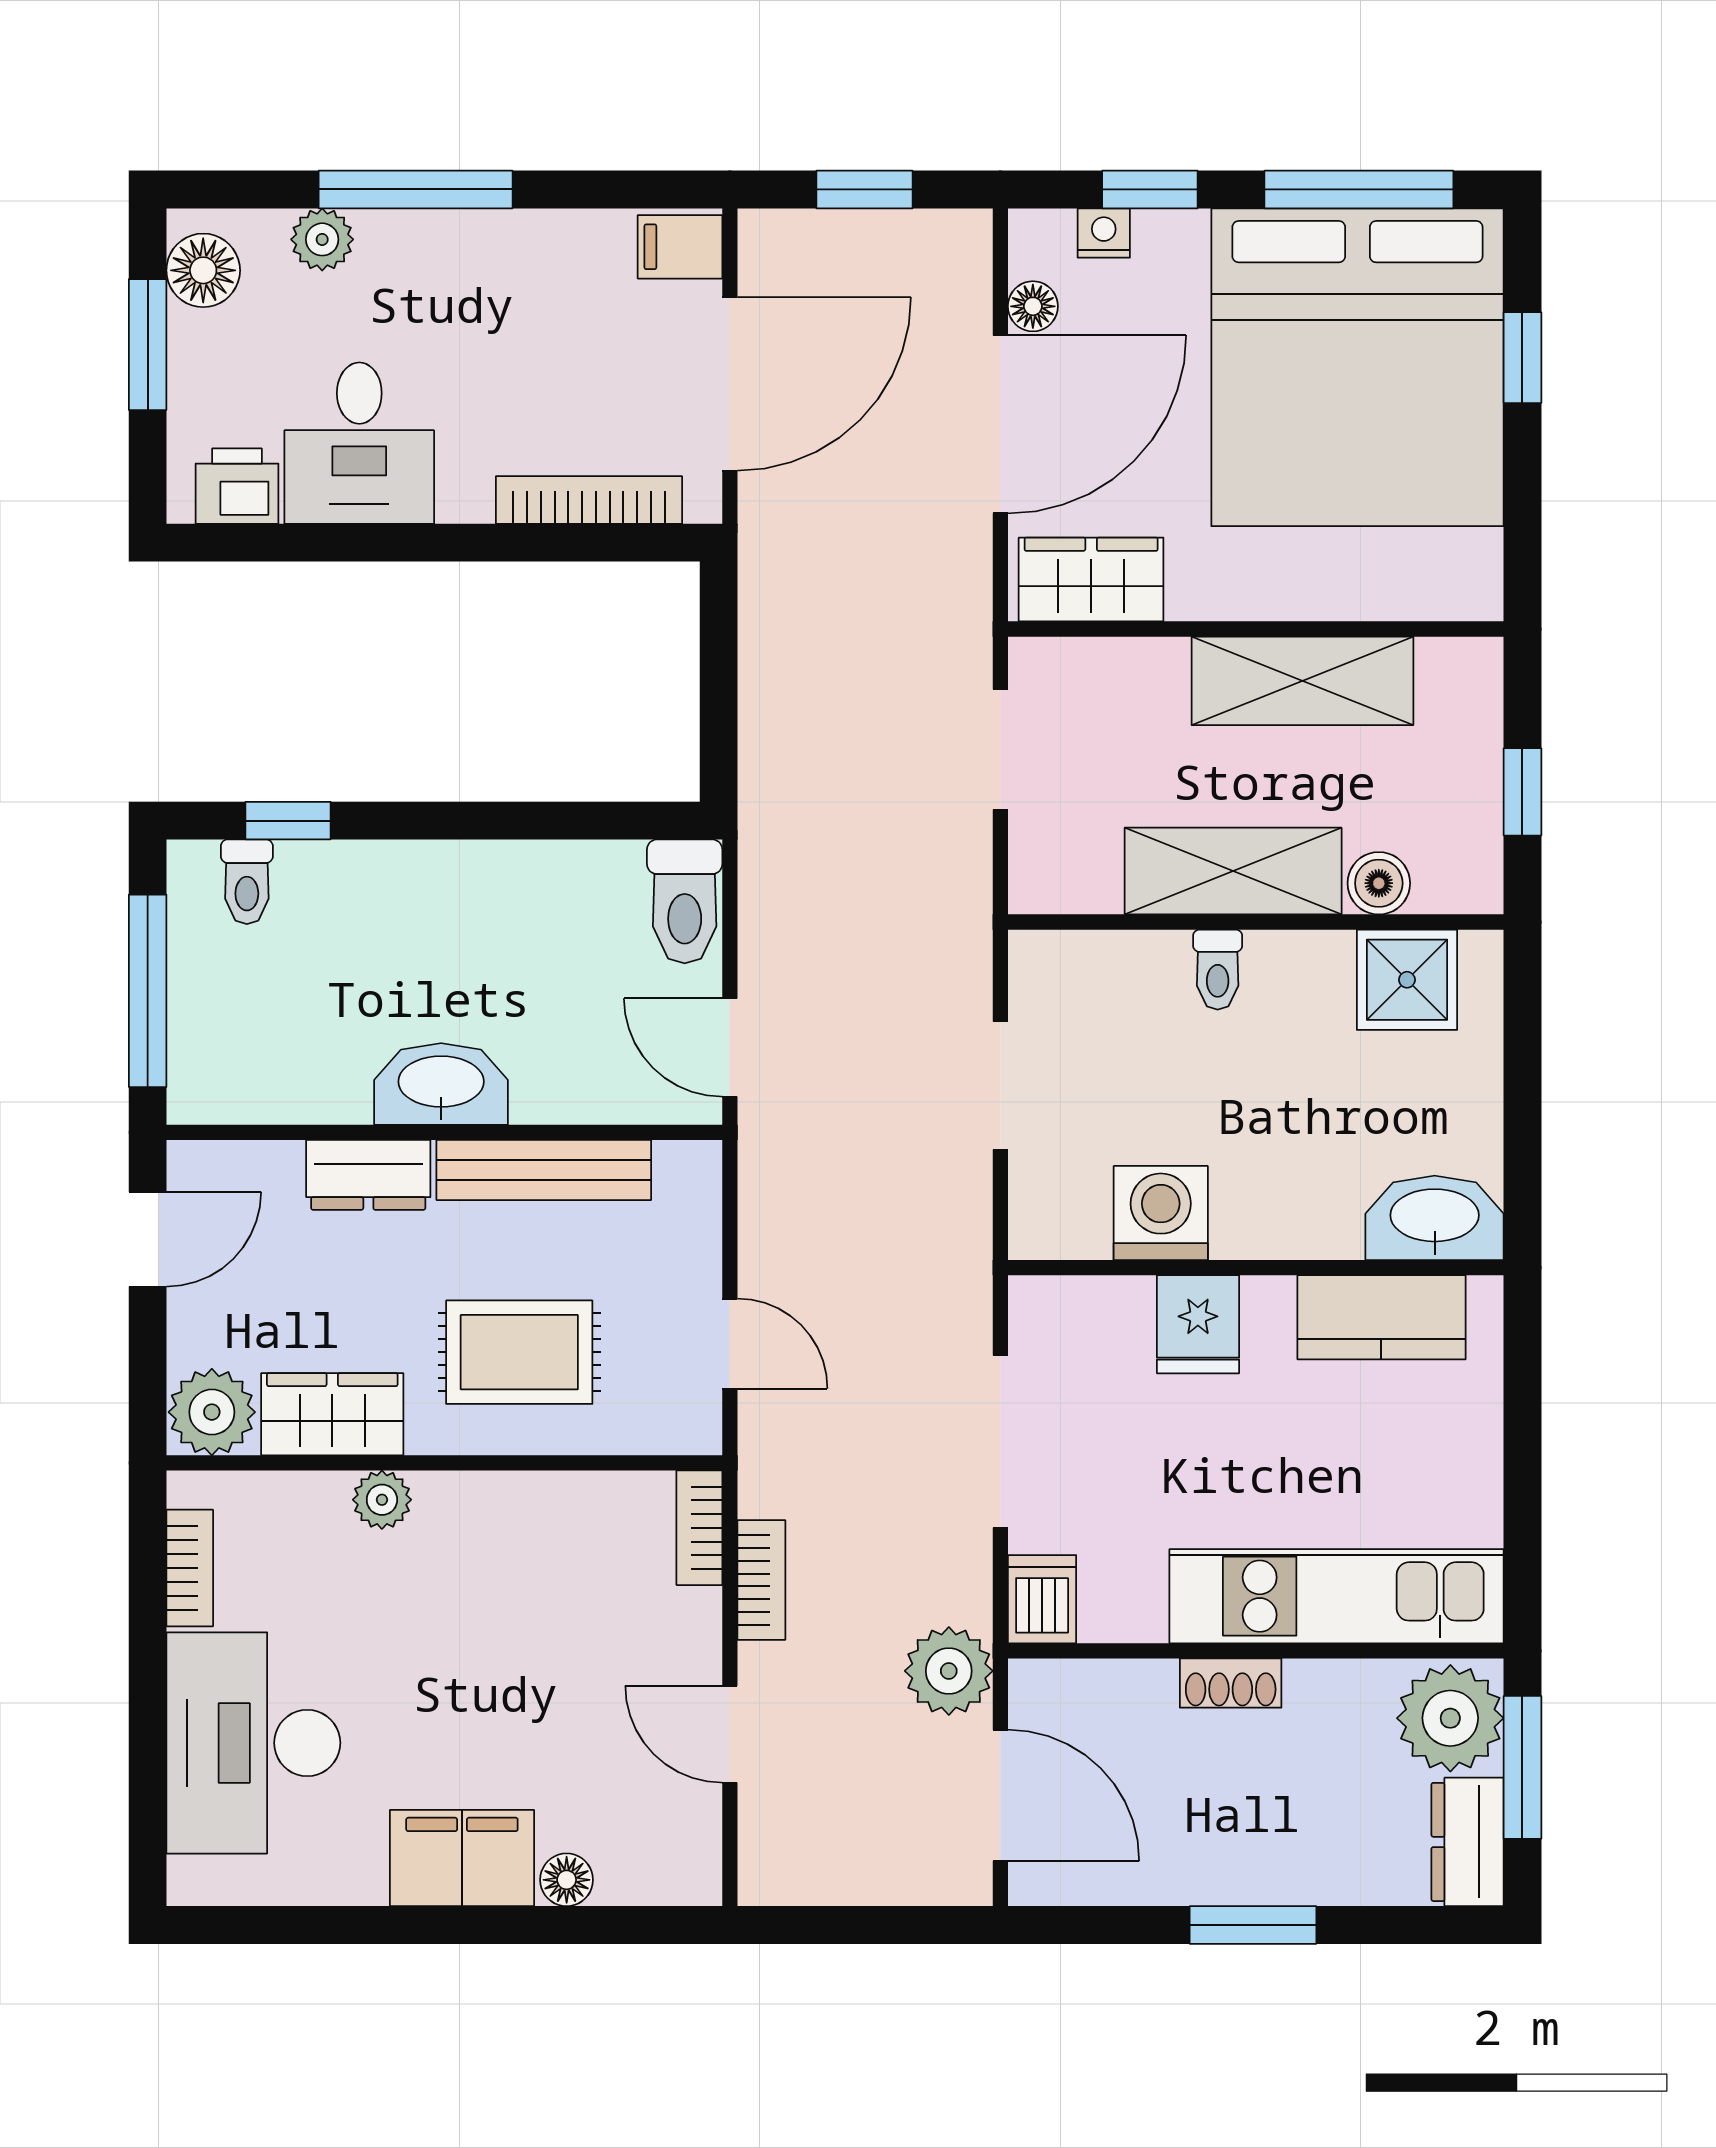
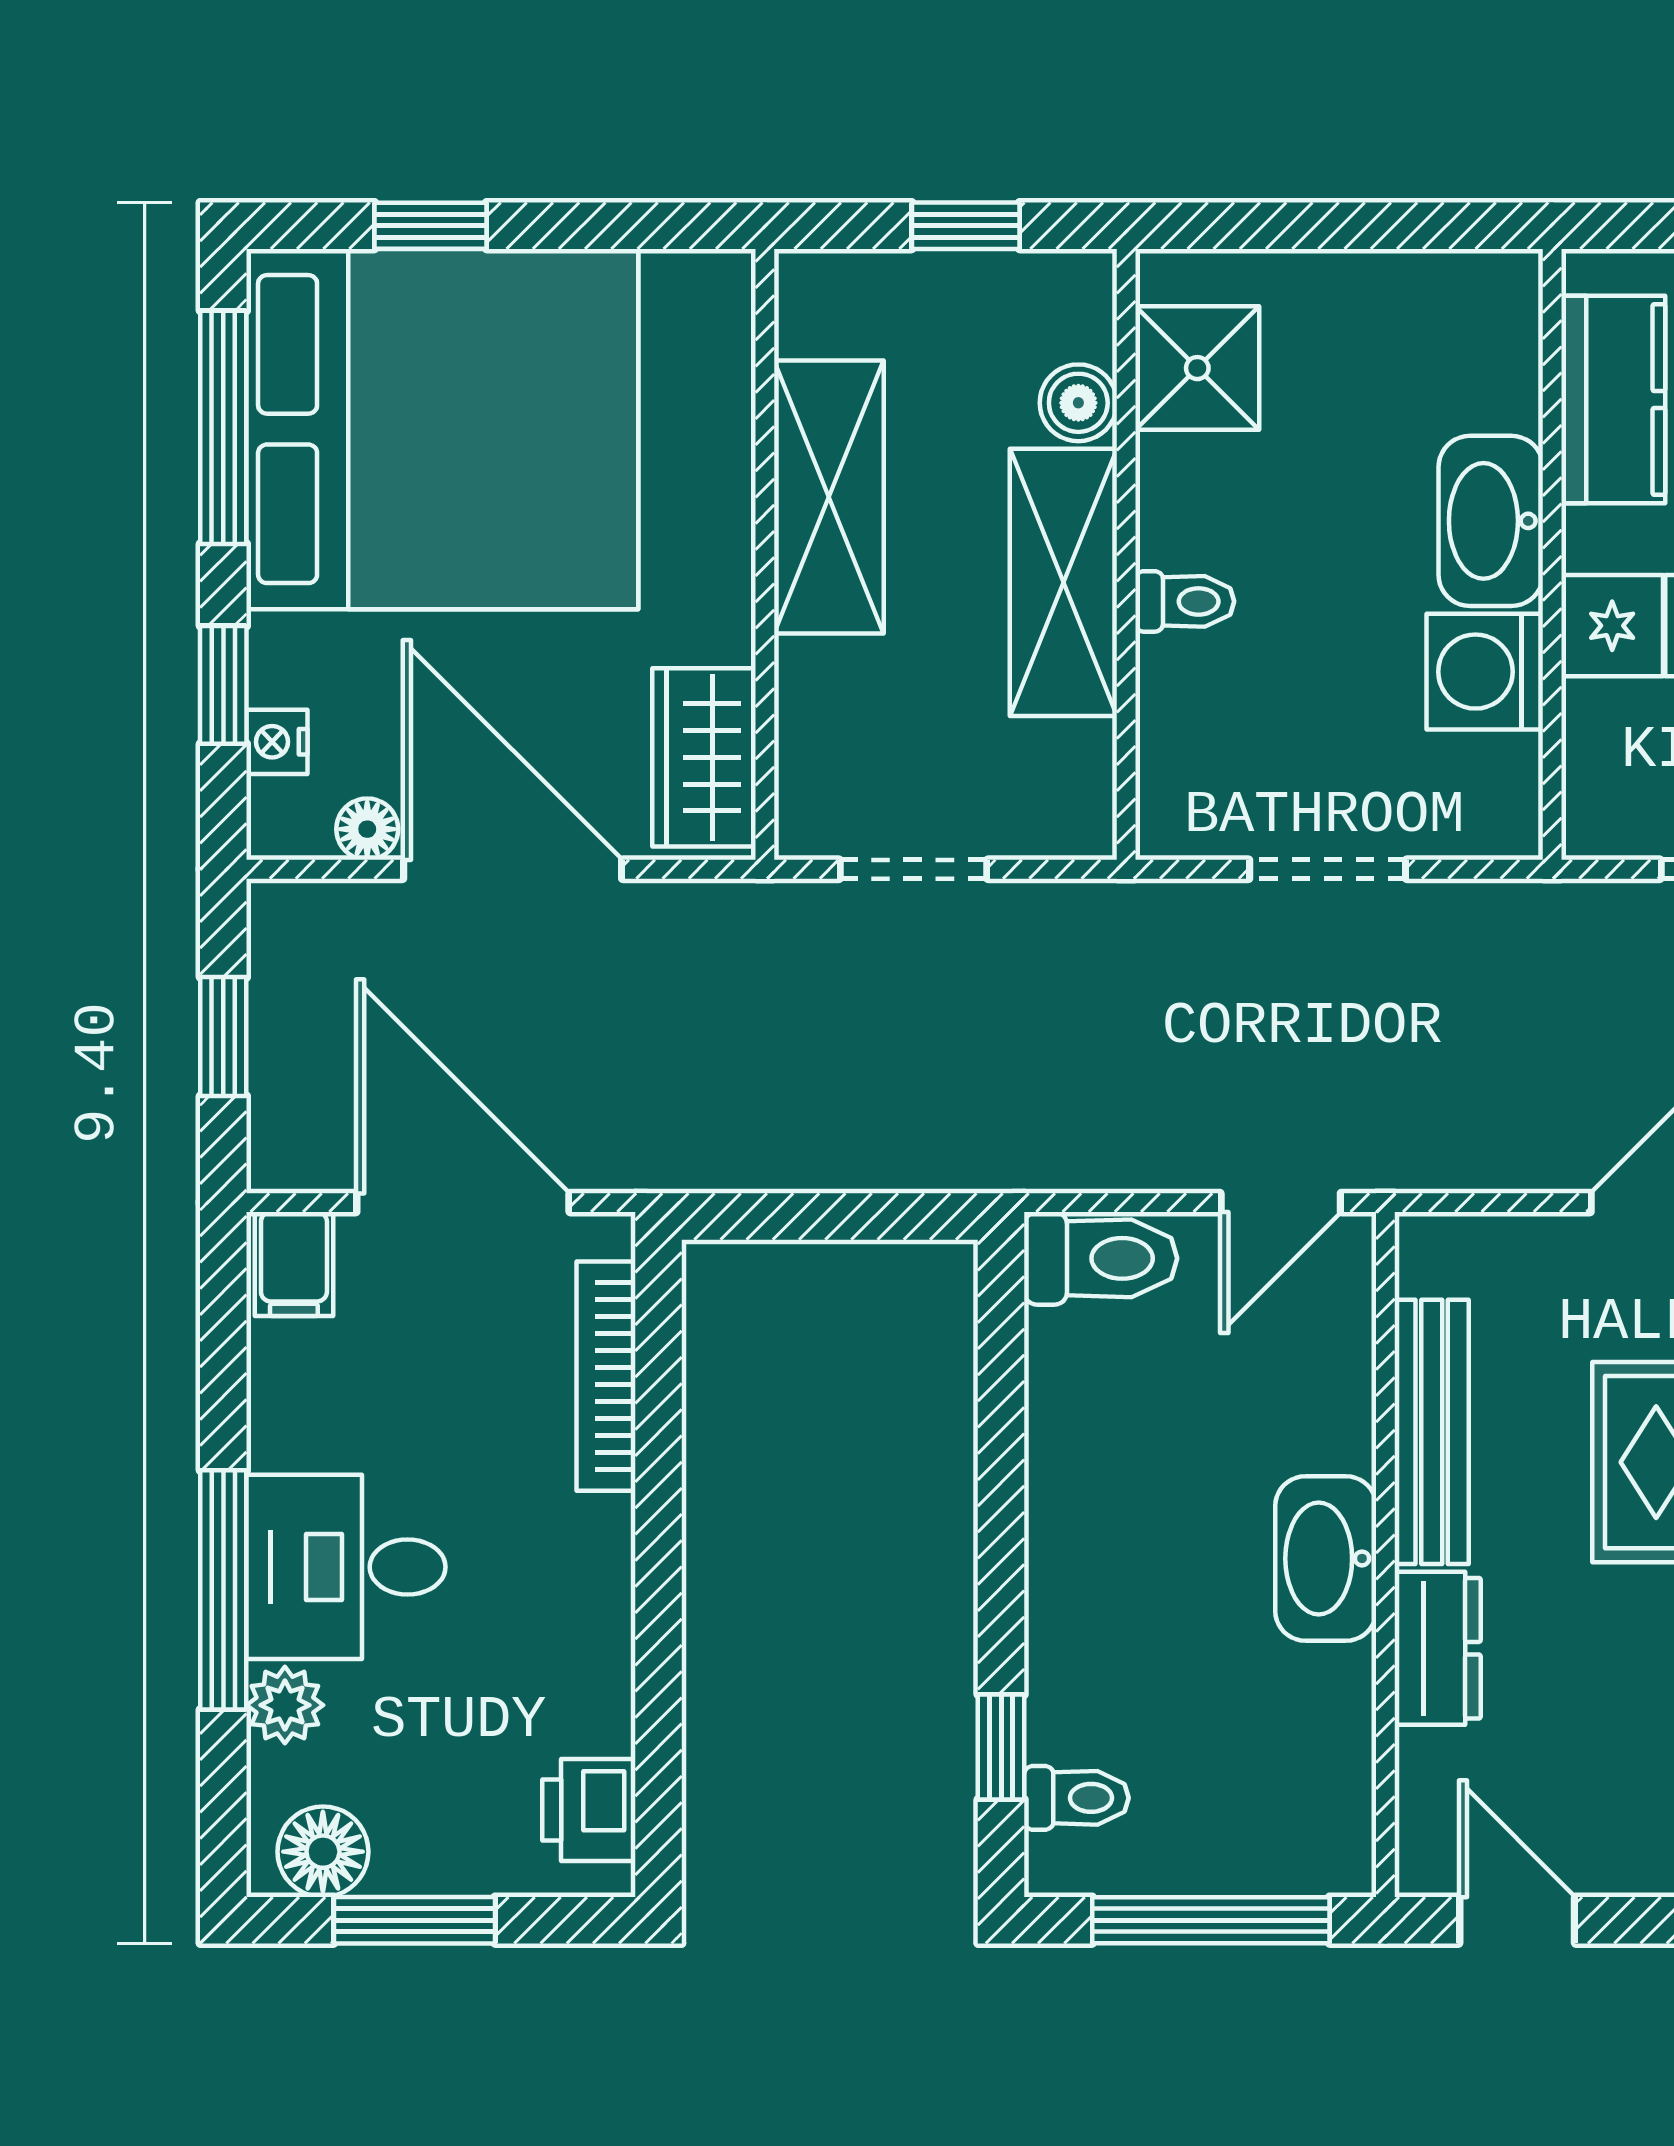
desk: (359, 443) -> (346, 1567), moved, turned 180
washbasin: (1435, 1218) -> (1491, 521), moved

